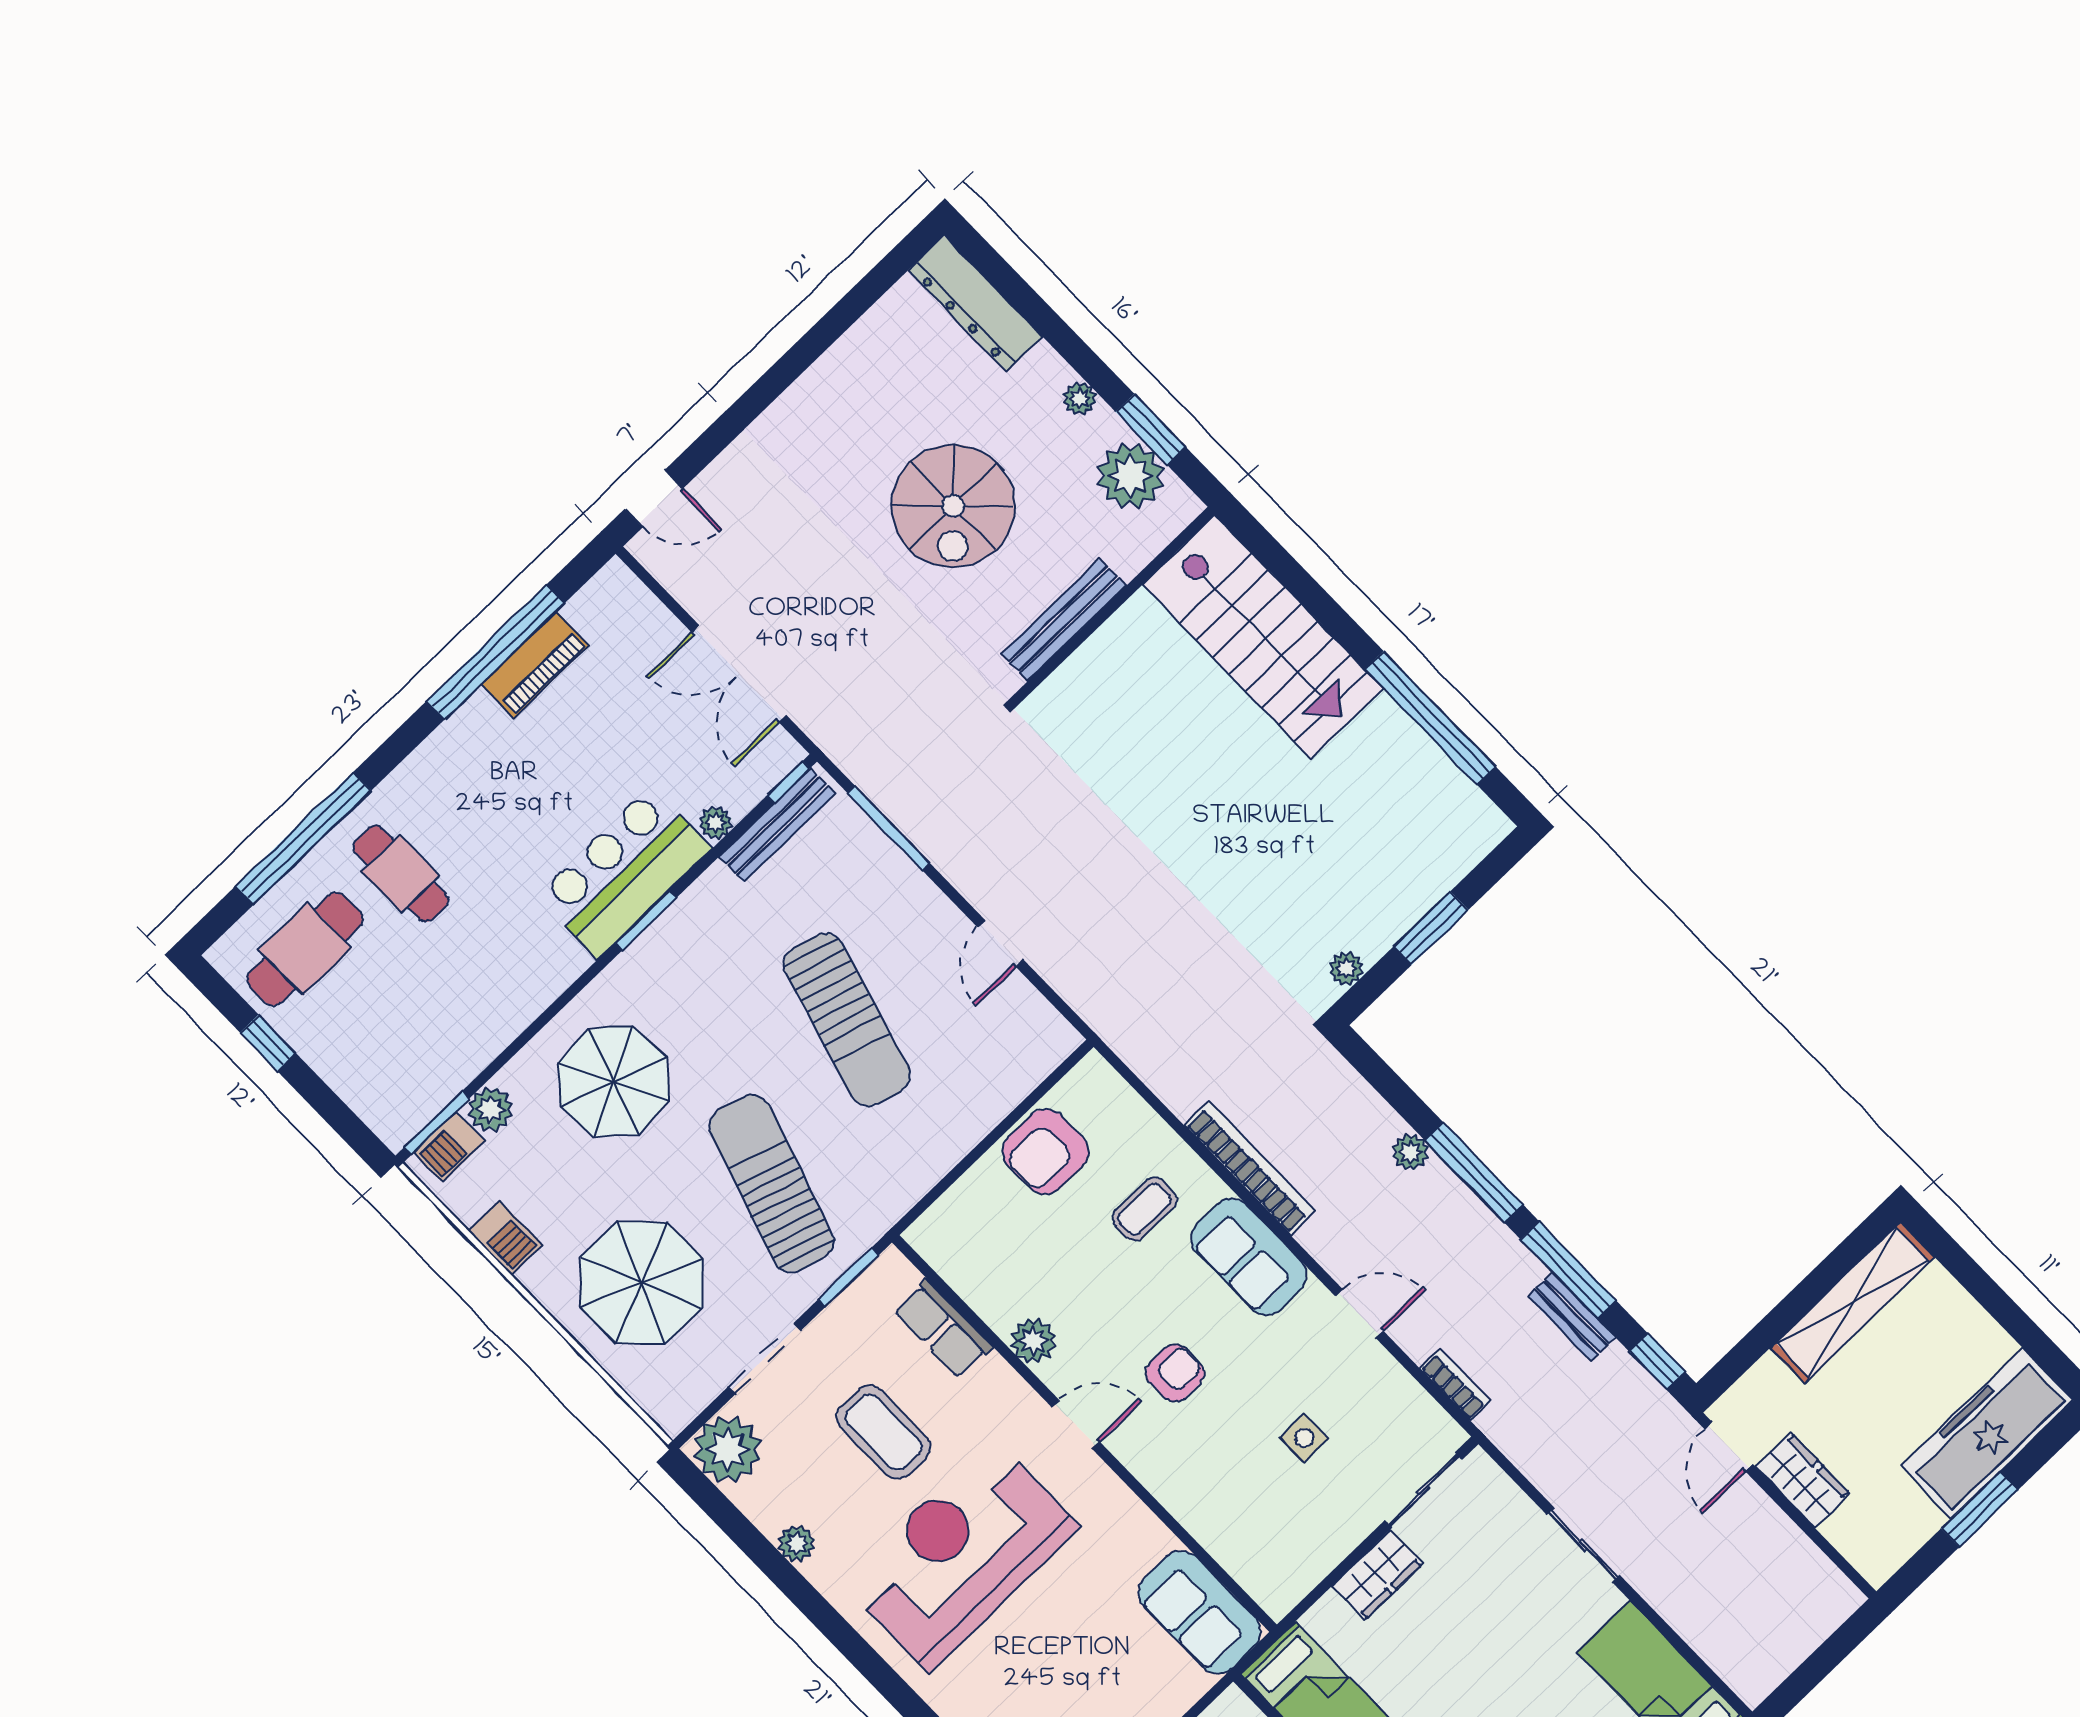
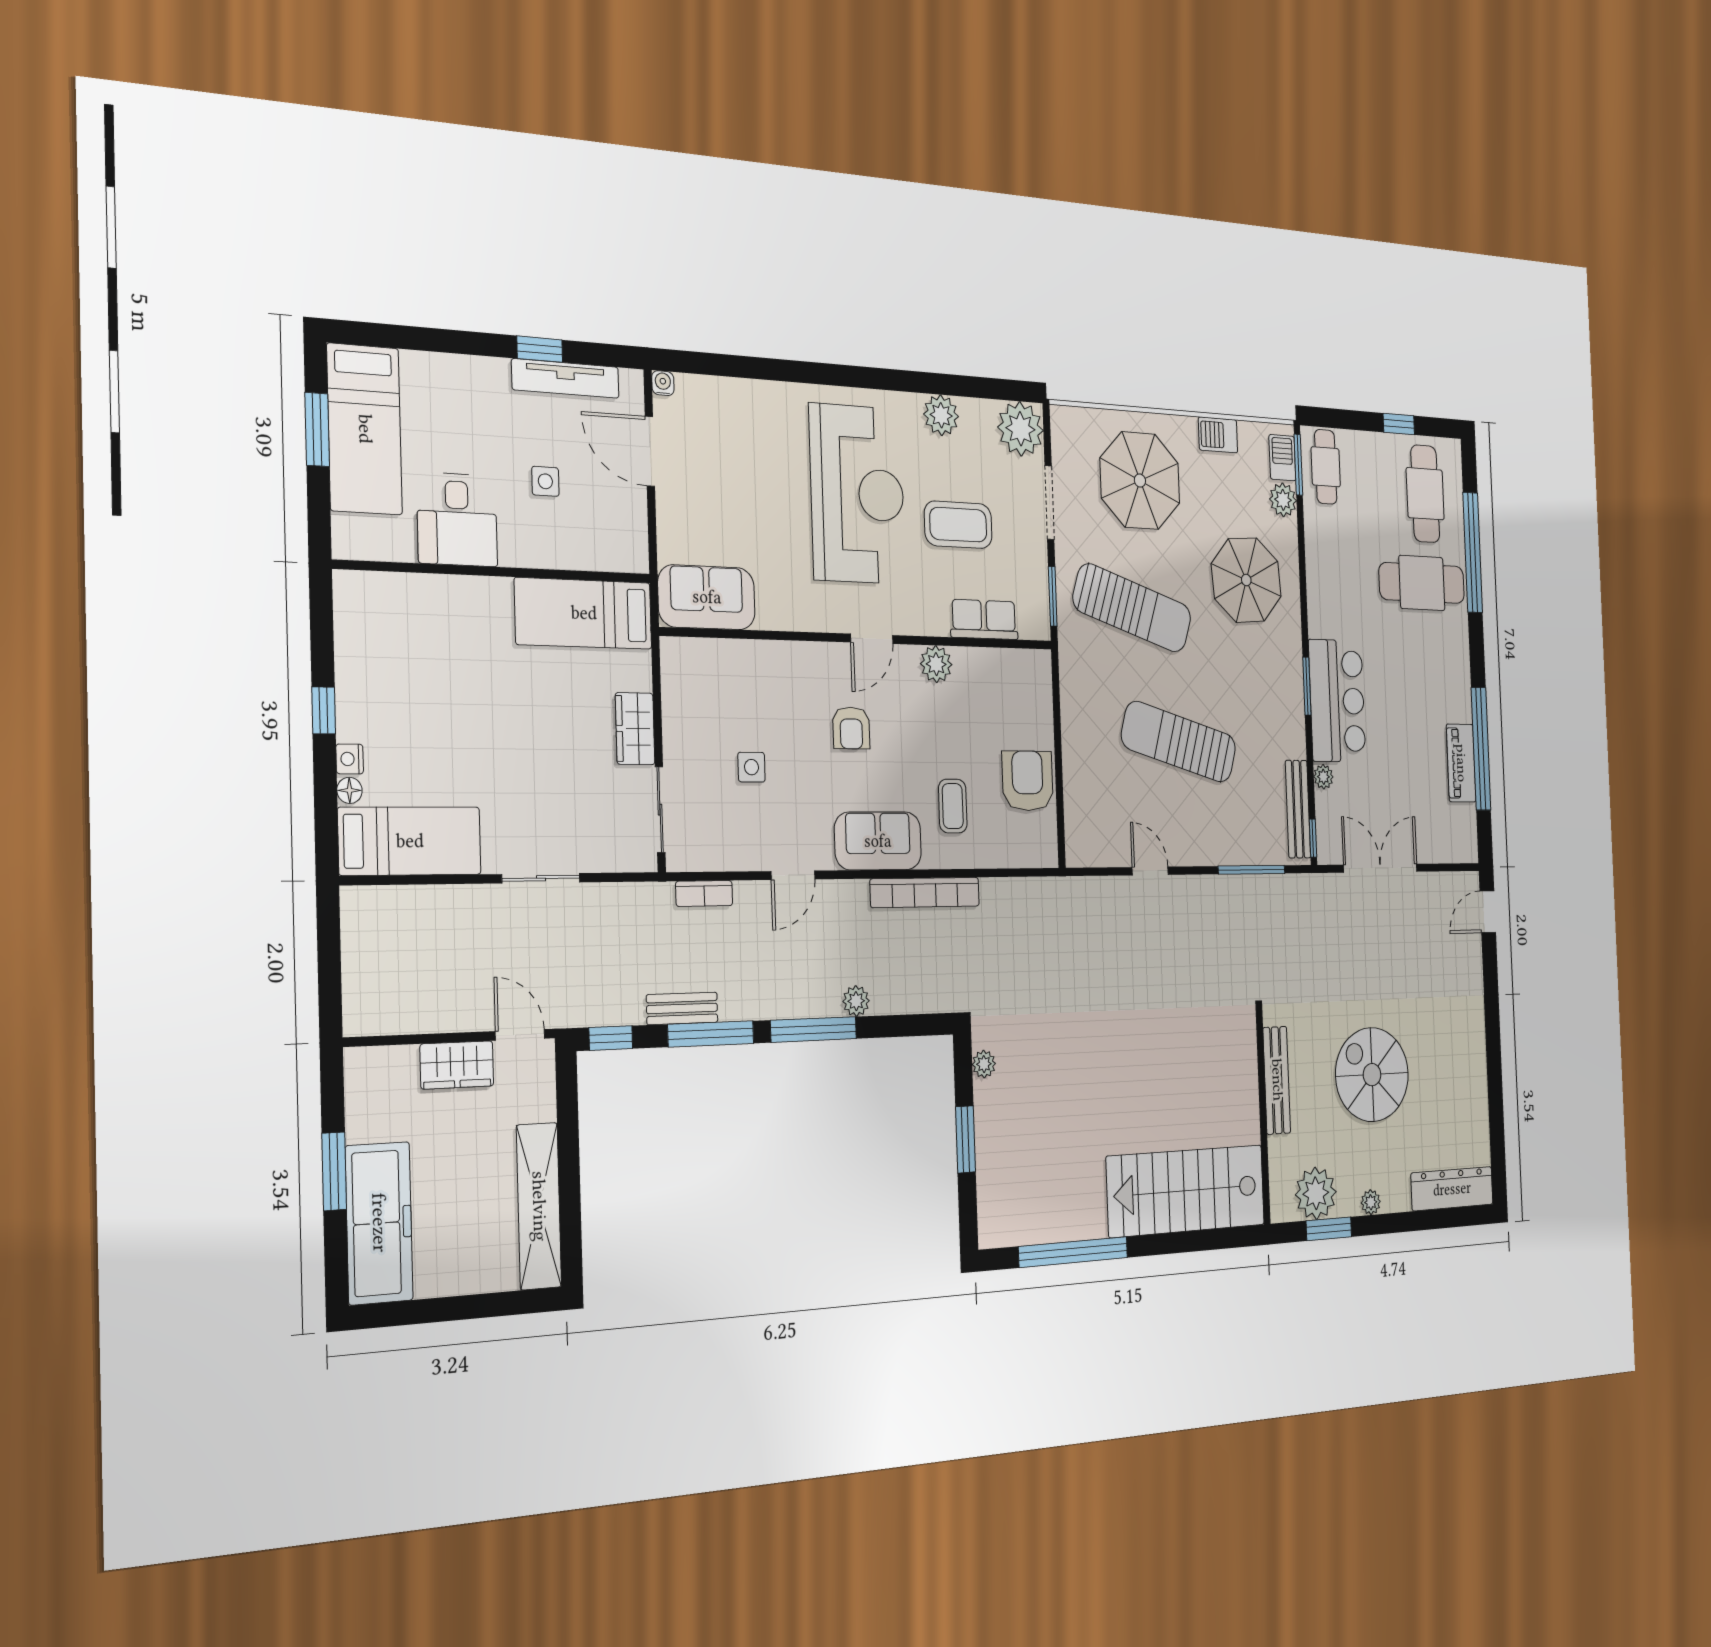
cafe table: (401, 874) -> (1422, 583), width x1.37, depth x1.35
cafe table: (405, 1090) -> (1326, 467), added
plant: (797, 1543) -> (941, 415), width x1.38, depth x1.38

